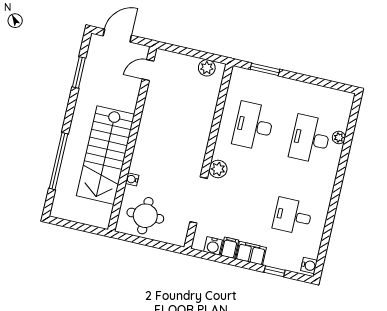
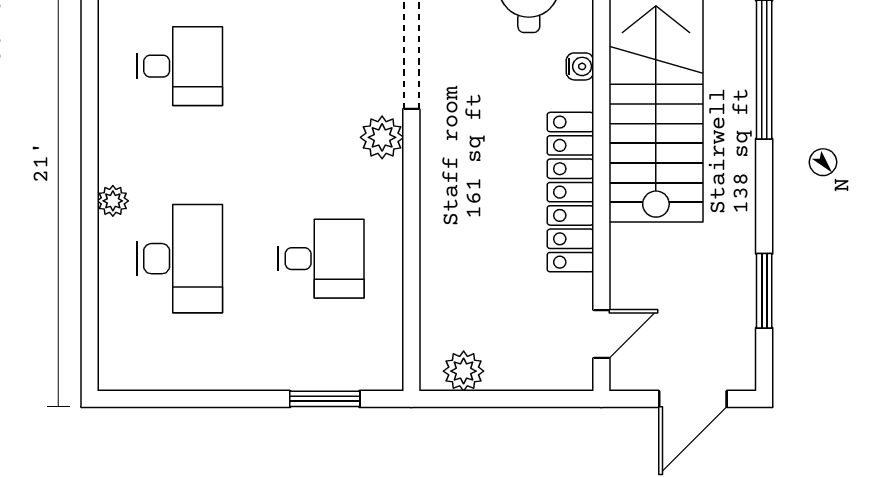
desk: (254, 126) -> (321, 259), width x0.73
locker: (147, 130) -> (570, 192), added
plant: (339, 138) -> (113, 201), moved

